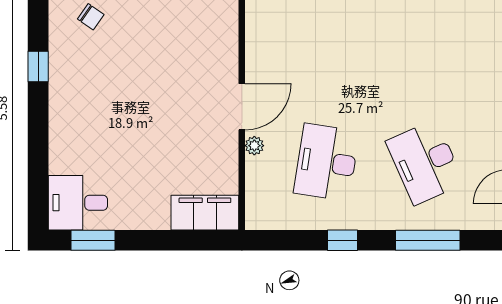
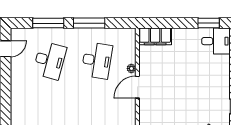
desk: (425, 162) -> (50, 60), turned 39
window: (343, 240) -> (89, 23), width x2.17

